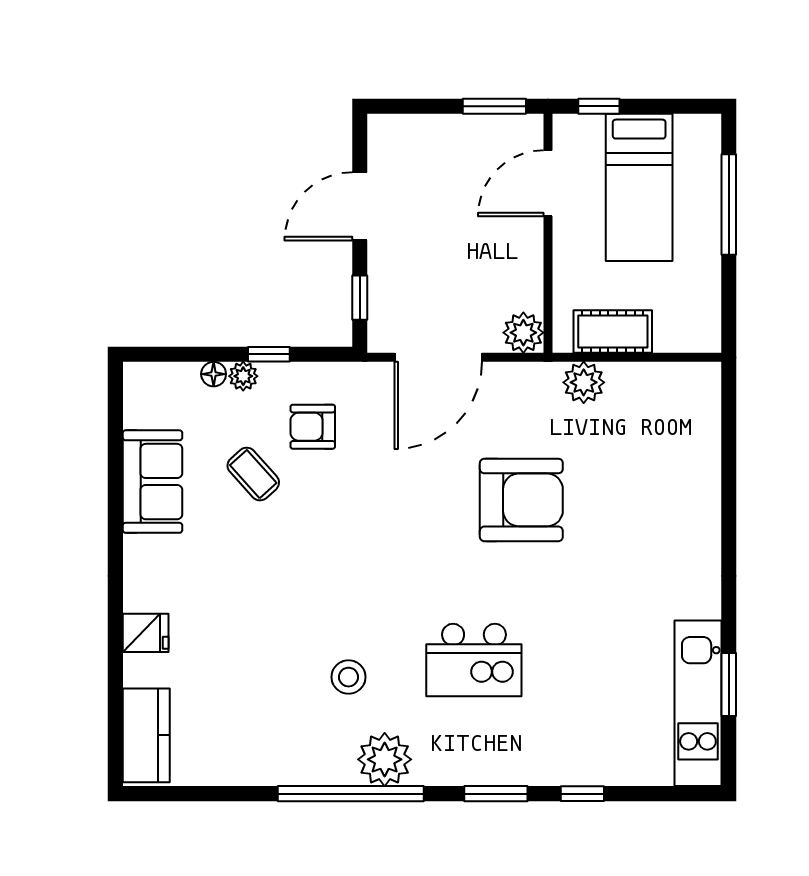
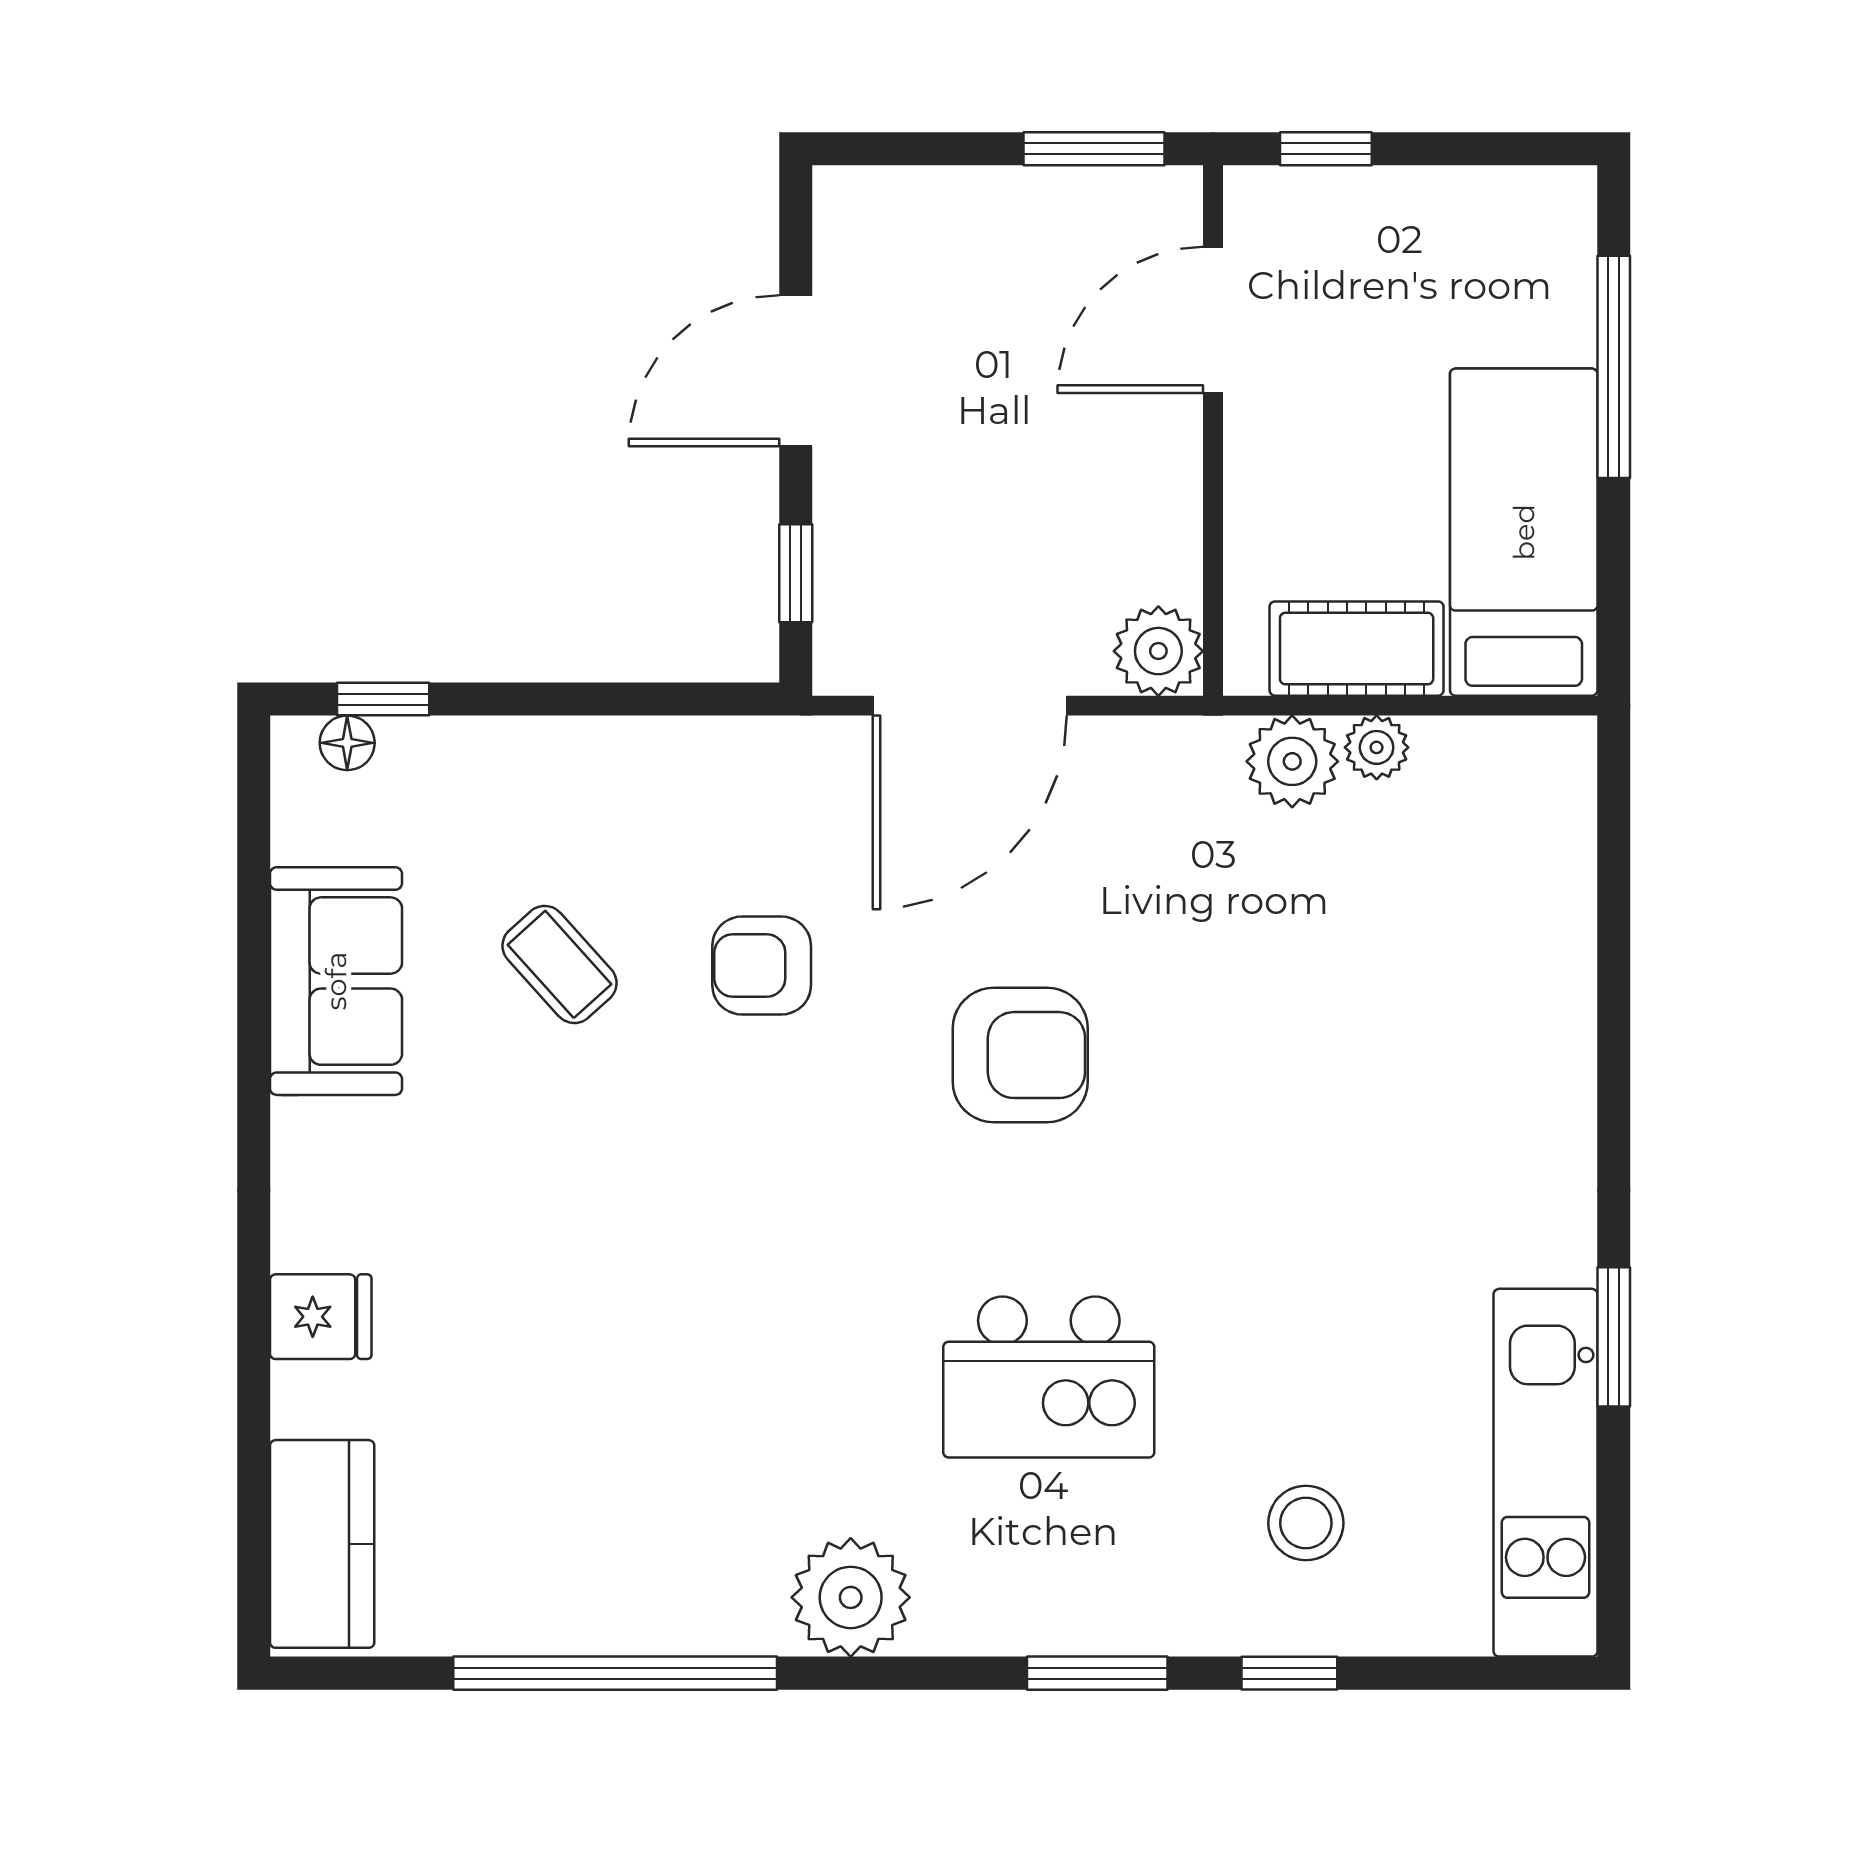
bed: (639, 187) -> (1524, 532), moved, turned 180
window: (269, 354) -> (383, 699), moved
floor lamp: (214, 374) -> (347, 743), moved
plant: (243, 376) -> (1377, 747), moved
armchair: (313, 427) -> (762, 966), moved
armchair: (521, 500) -> (1020, 1055), moved, width x0.73, depth x0.73
stool: (348, 677) -> (1306, 1523), moved
window: (729, 685) -> (1614, 1337), moved
window: (351, 794) -> (615, 1673), moved

